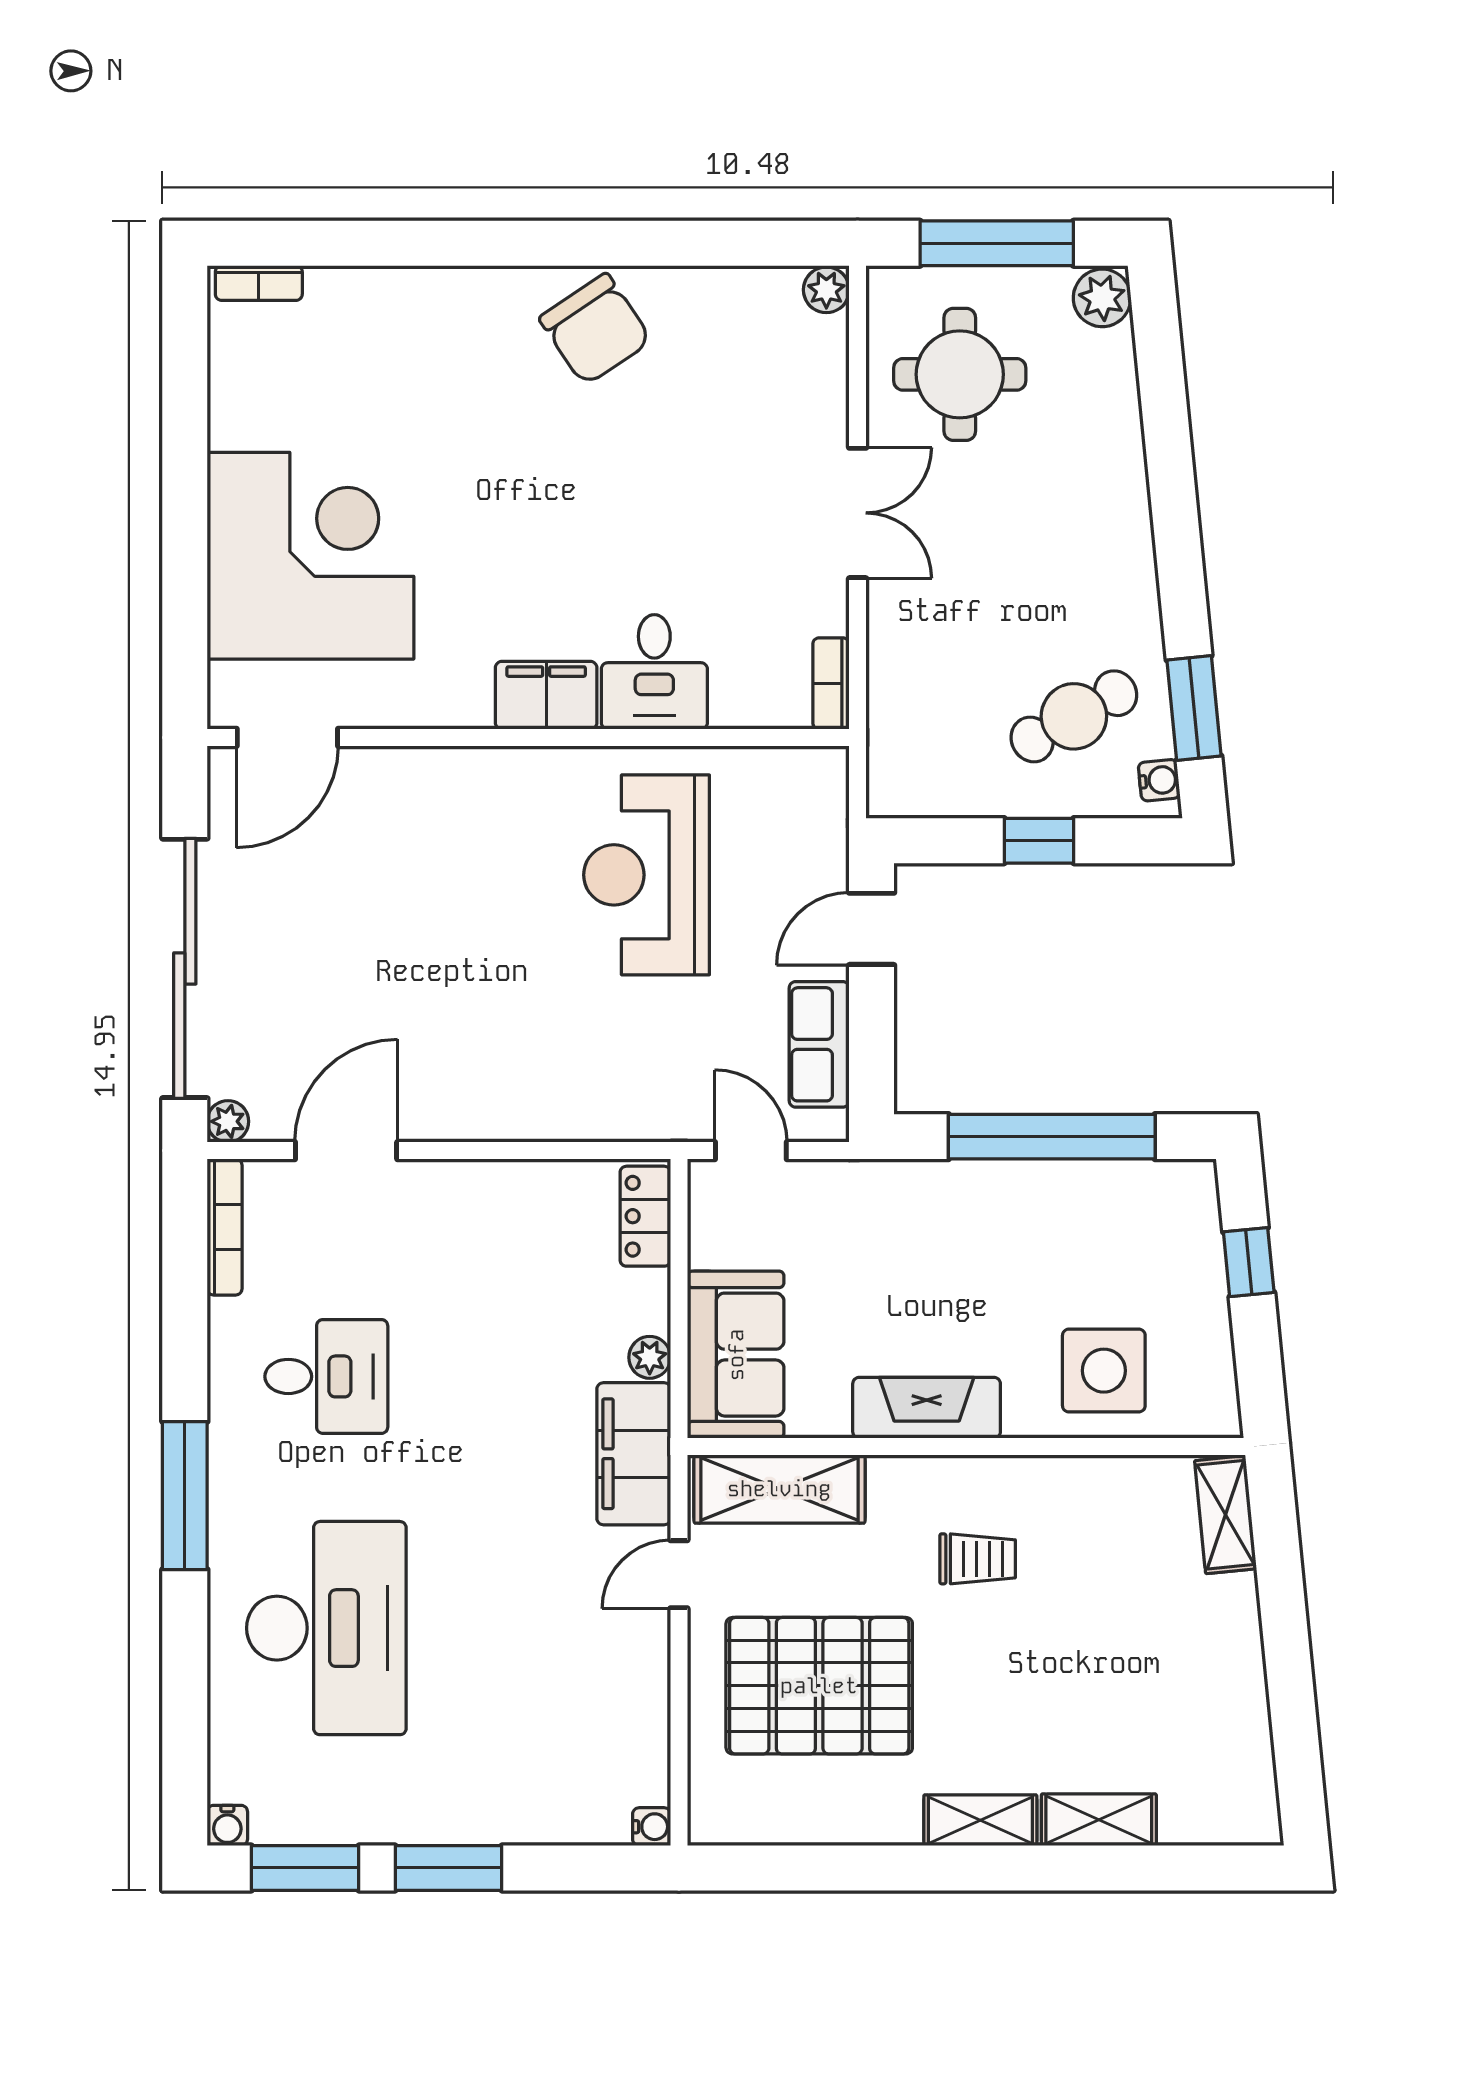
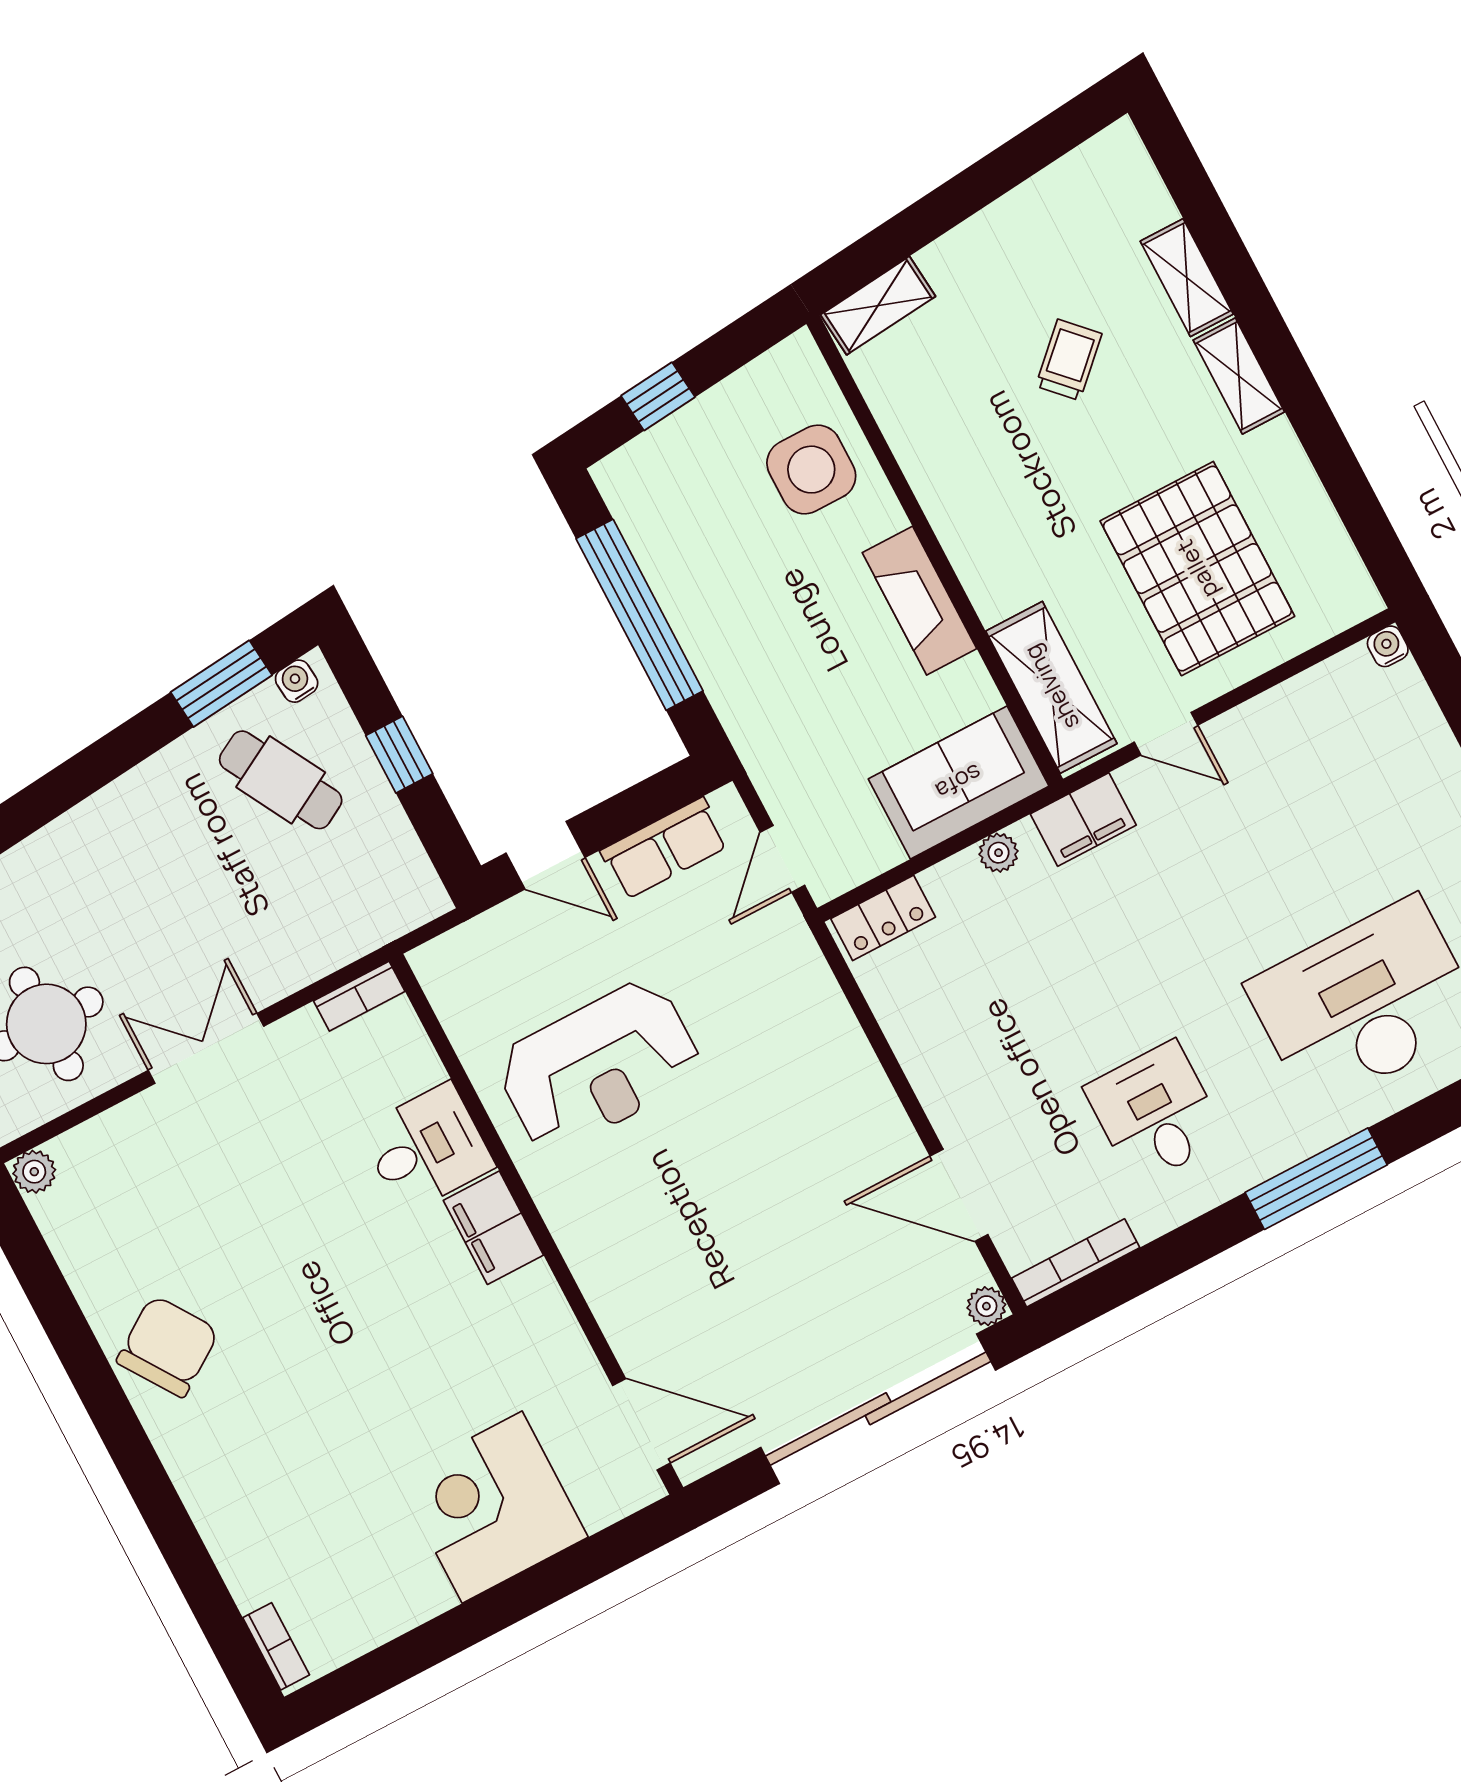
corner desk: (311, 556) -> (492, 1507), width x0.74, depth x0.74
filing cabinet: (634, 1454) -> (1083, 820), width x0.67, depth x0.86
trolley: (978, 1559) -> (1069, 360), moved, turned 46

